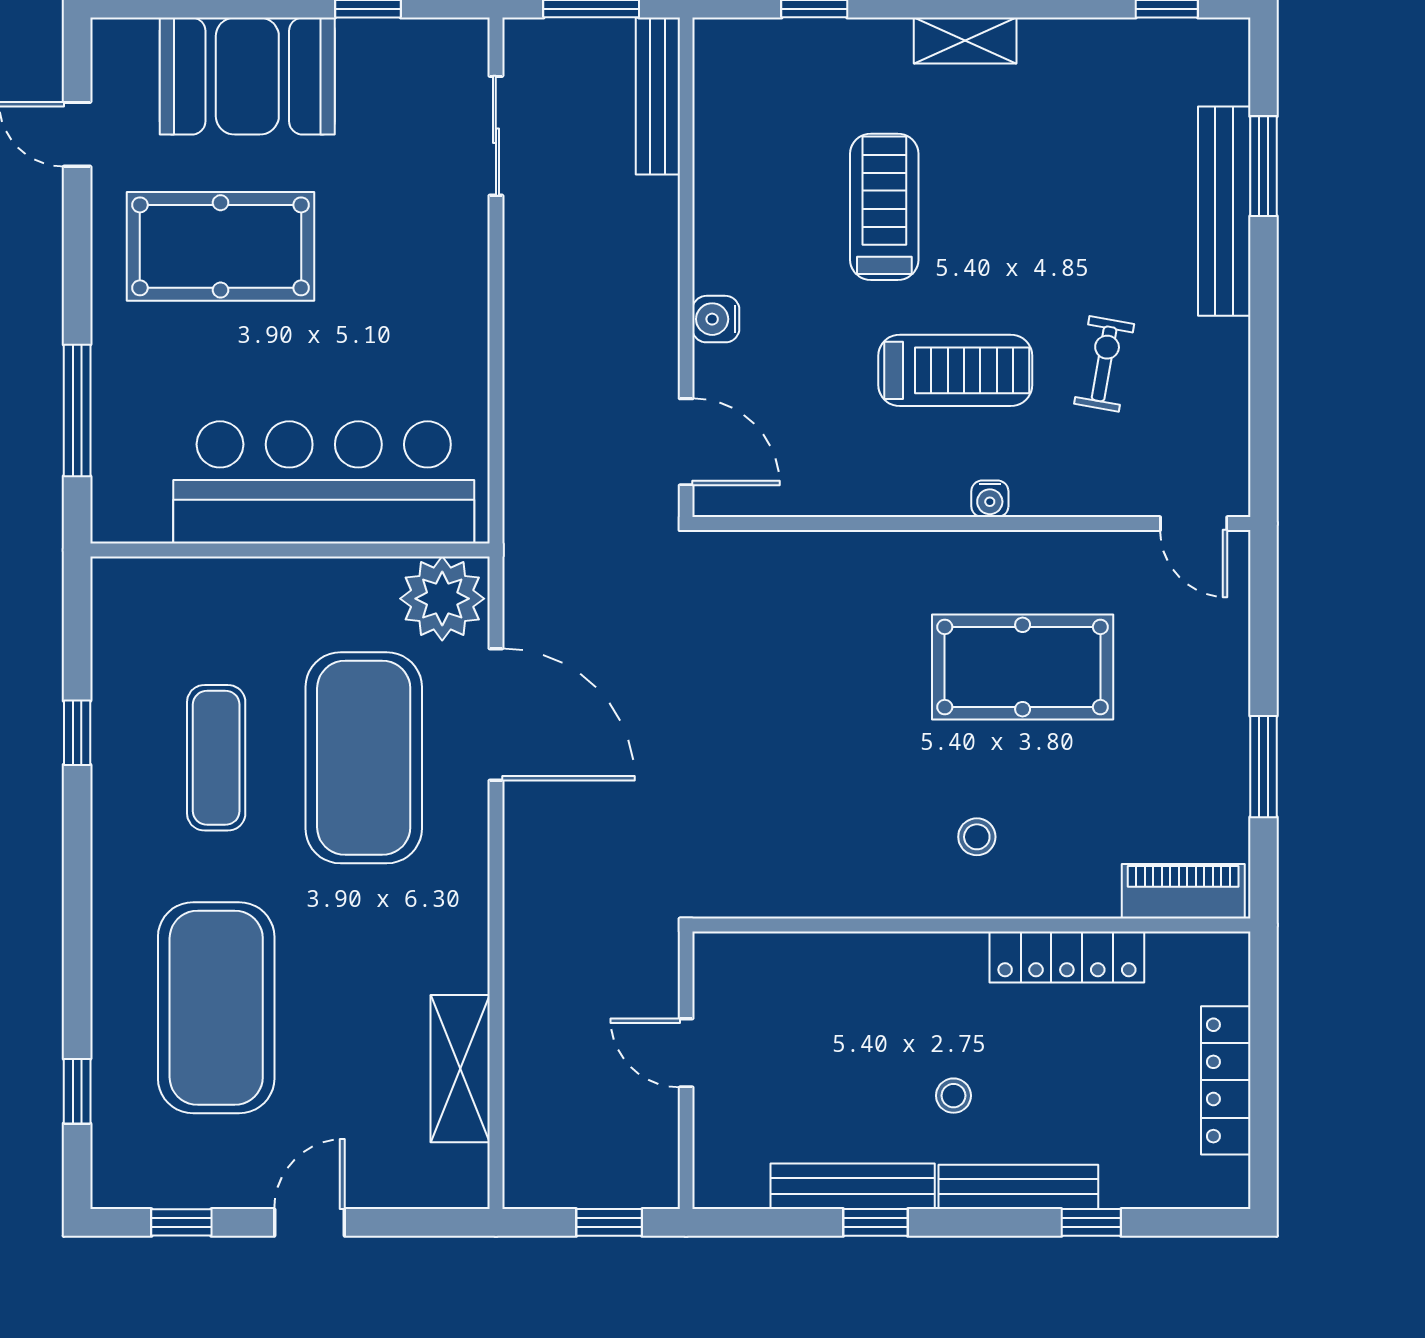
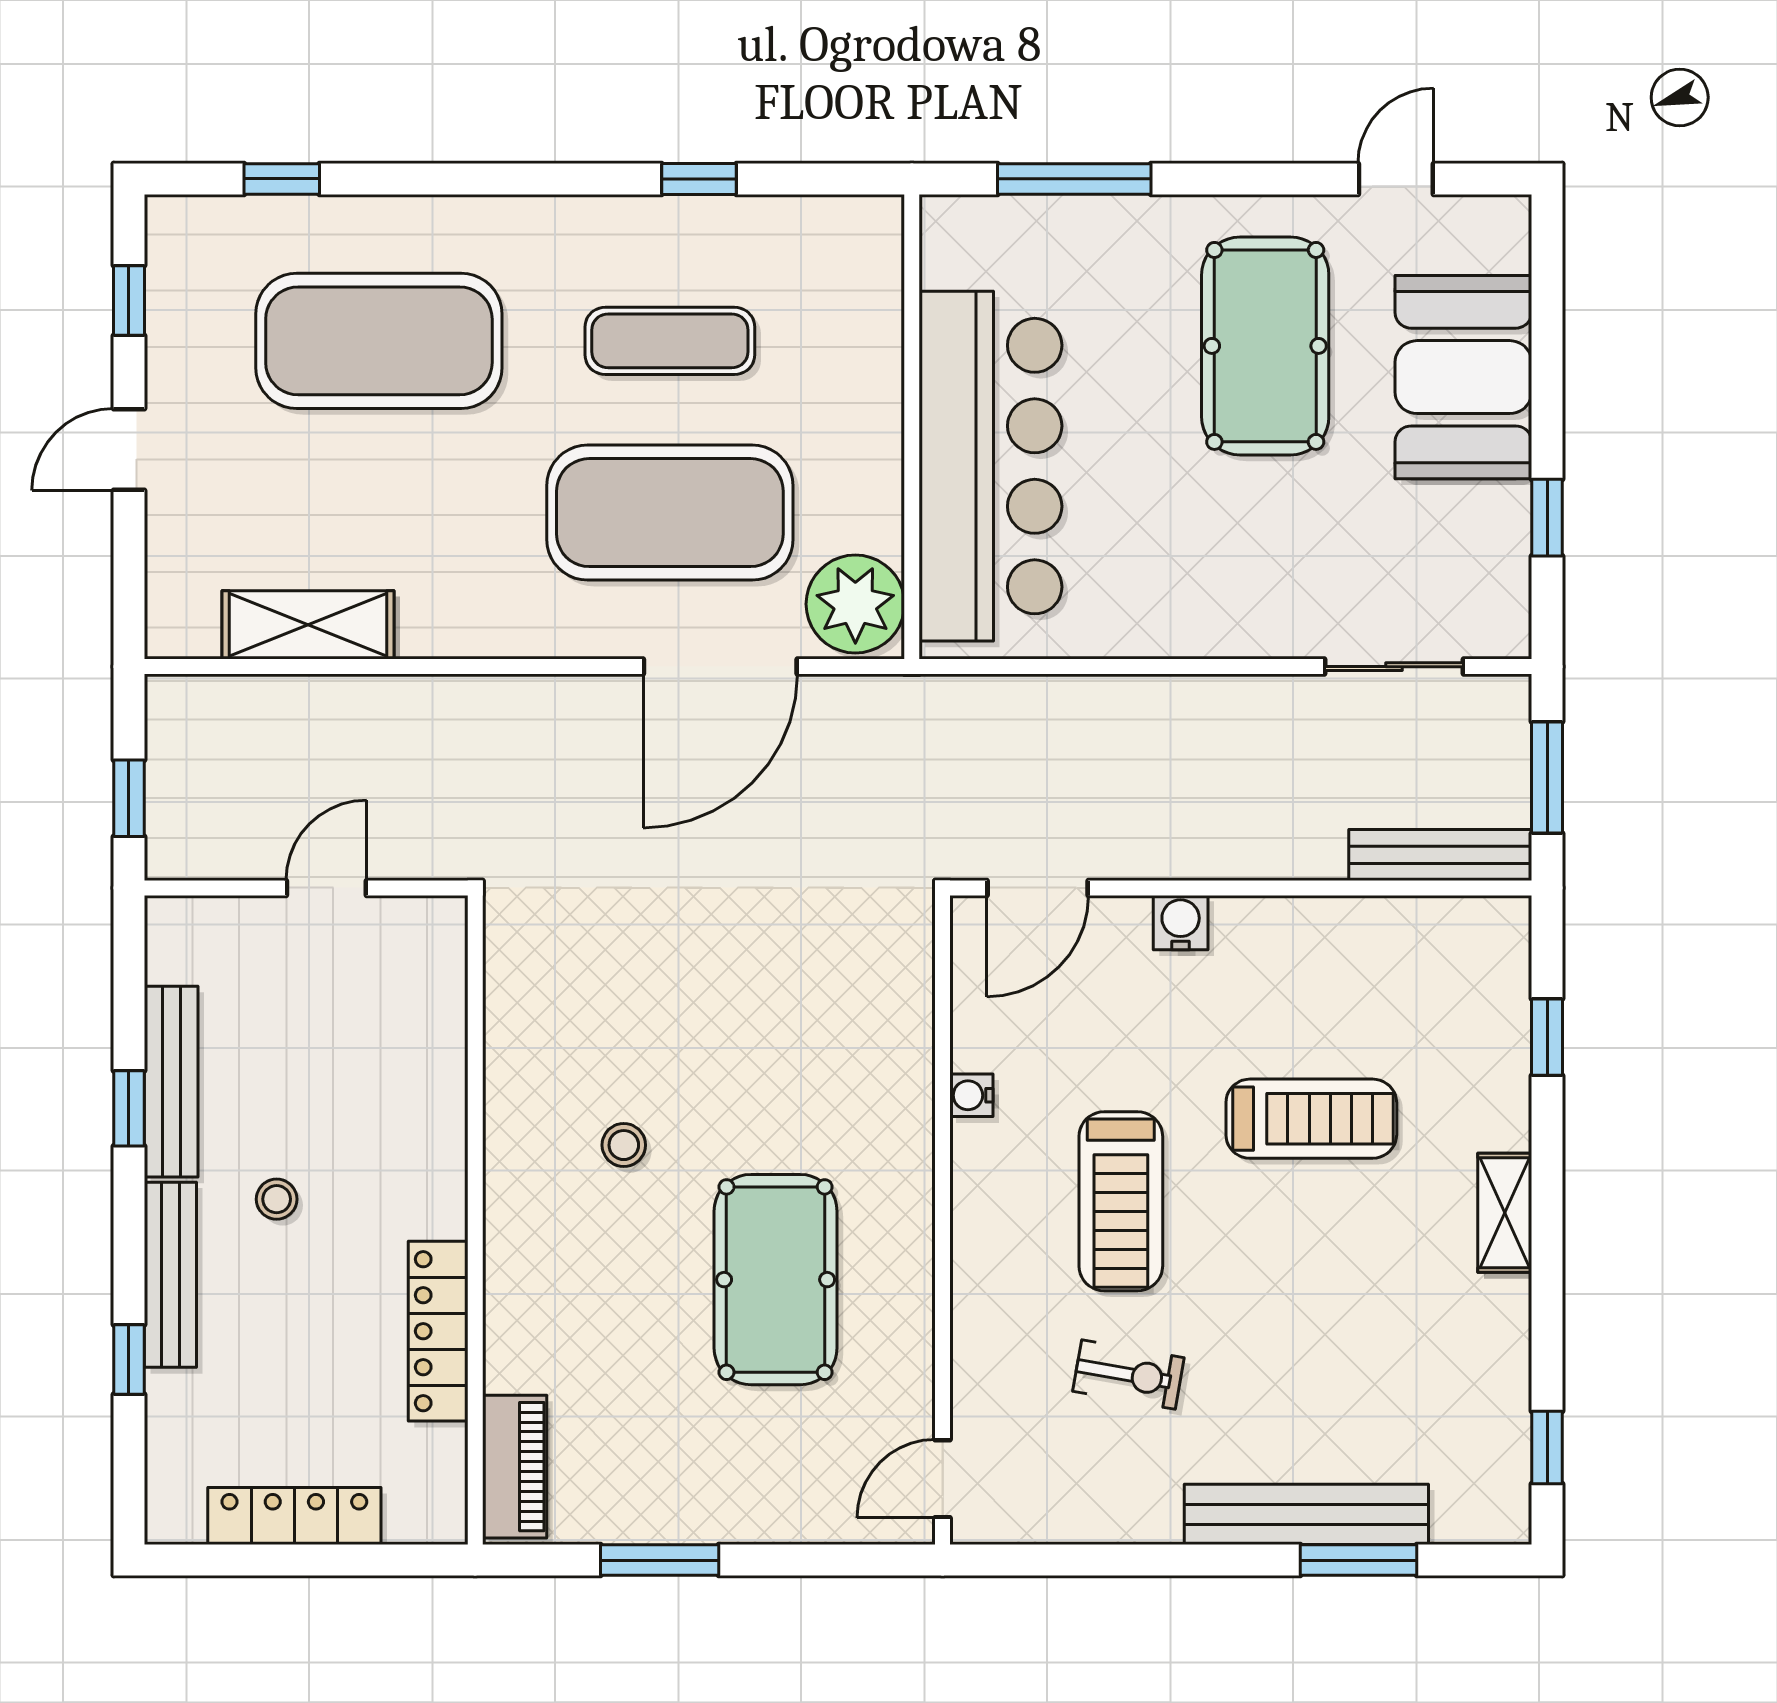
water cooler: (990, 499) -> (971, 1095), moved
stool: (977, 837) -> (624, 1145), moved
door: (309, 1222) -> (129, 449), swing flipped

